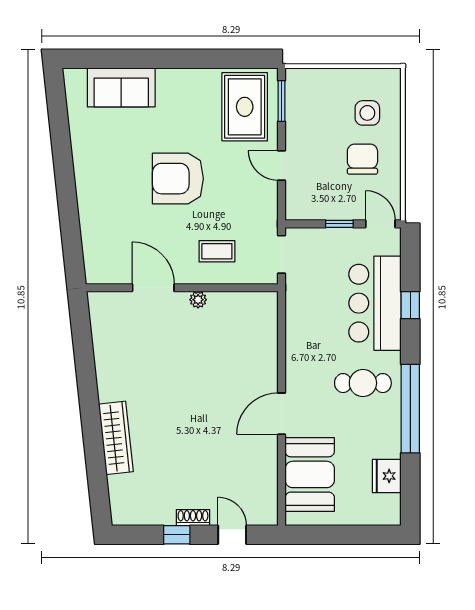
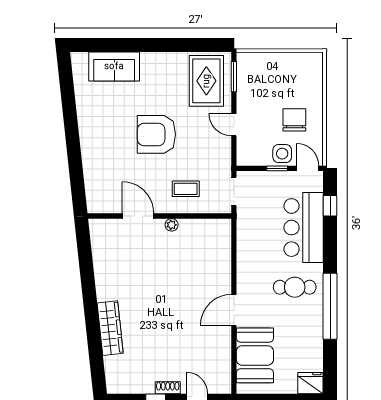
side table: (367, 113) -> (282, 154), moved
window: (410, 305) -> (330, 206), moved
fridge: (387, 476) -> (310, 383), moved, turned 90

